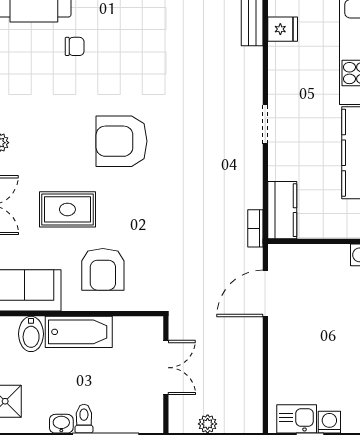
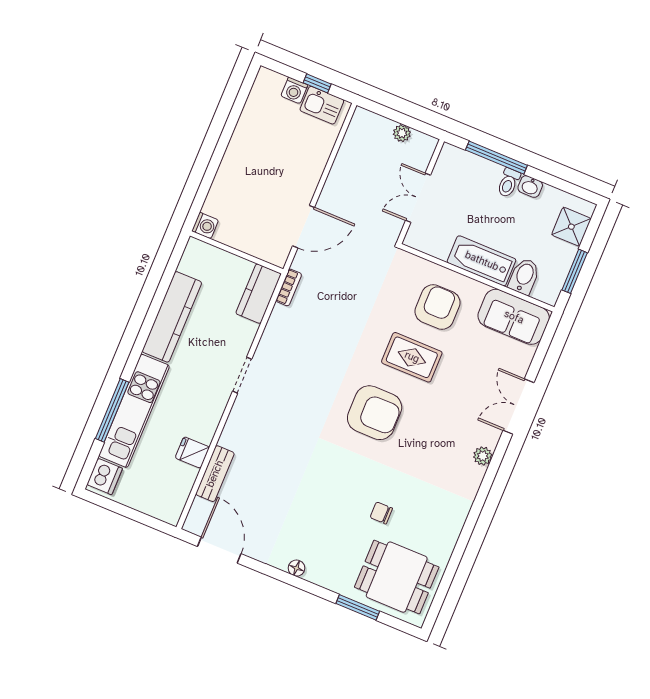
rug: (67, 209) -> (412, 357), moved

